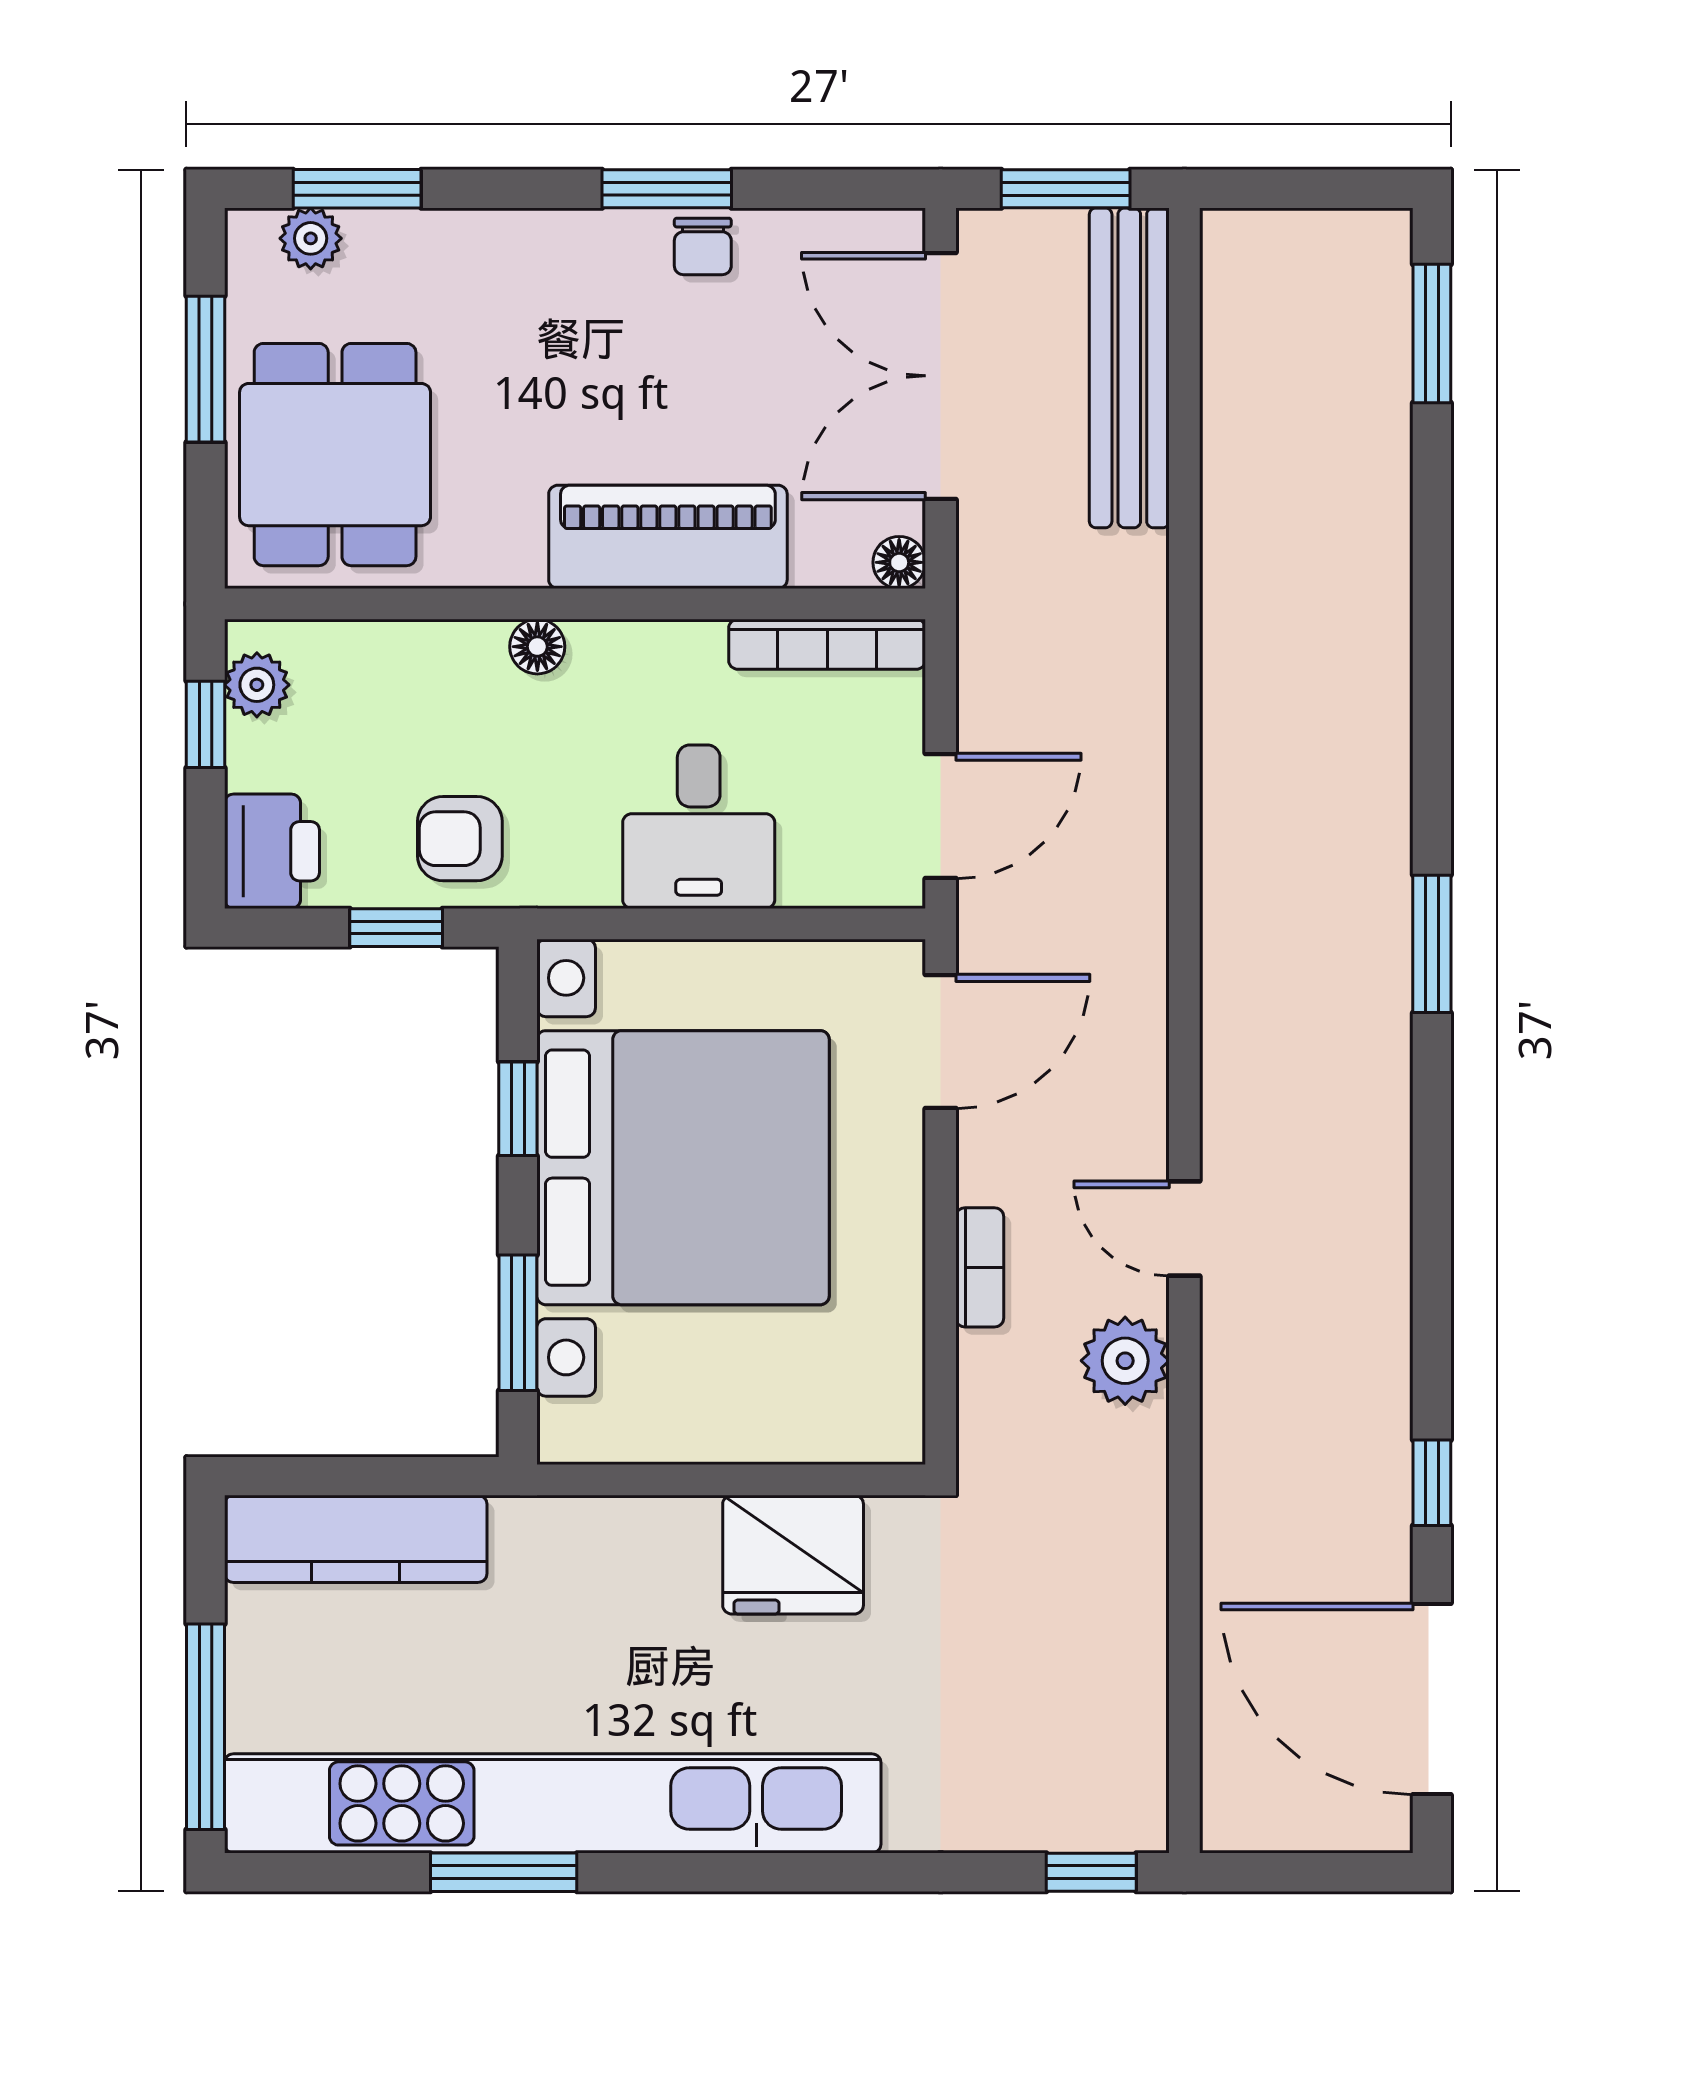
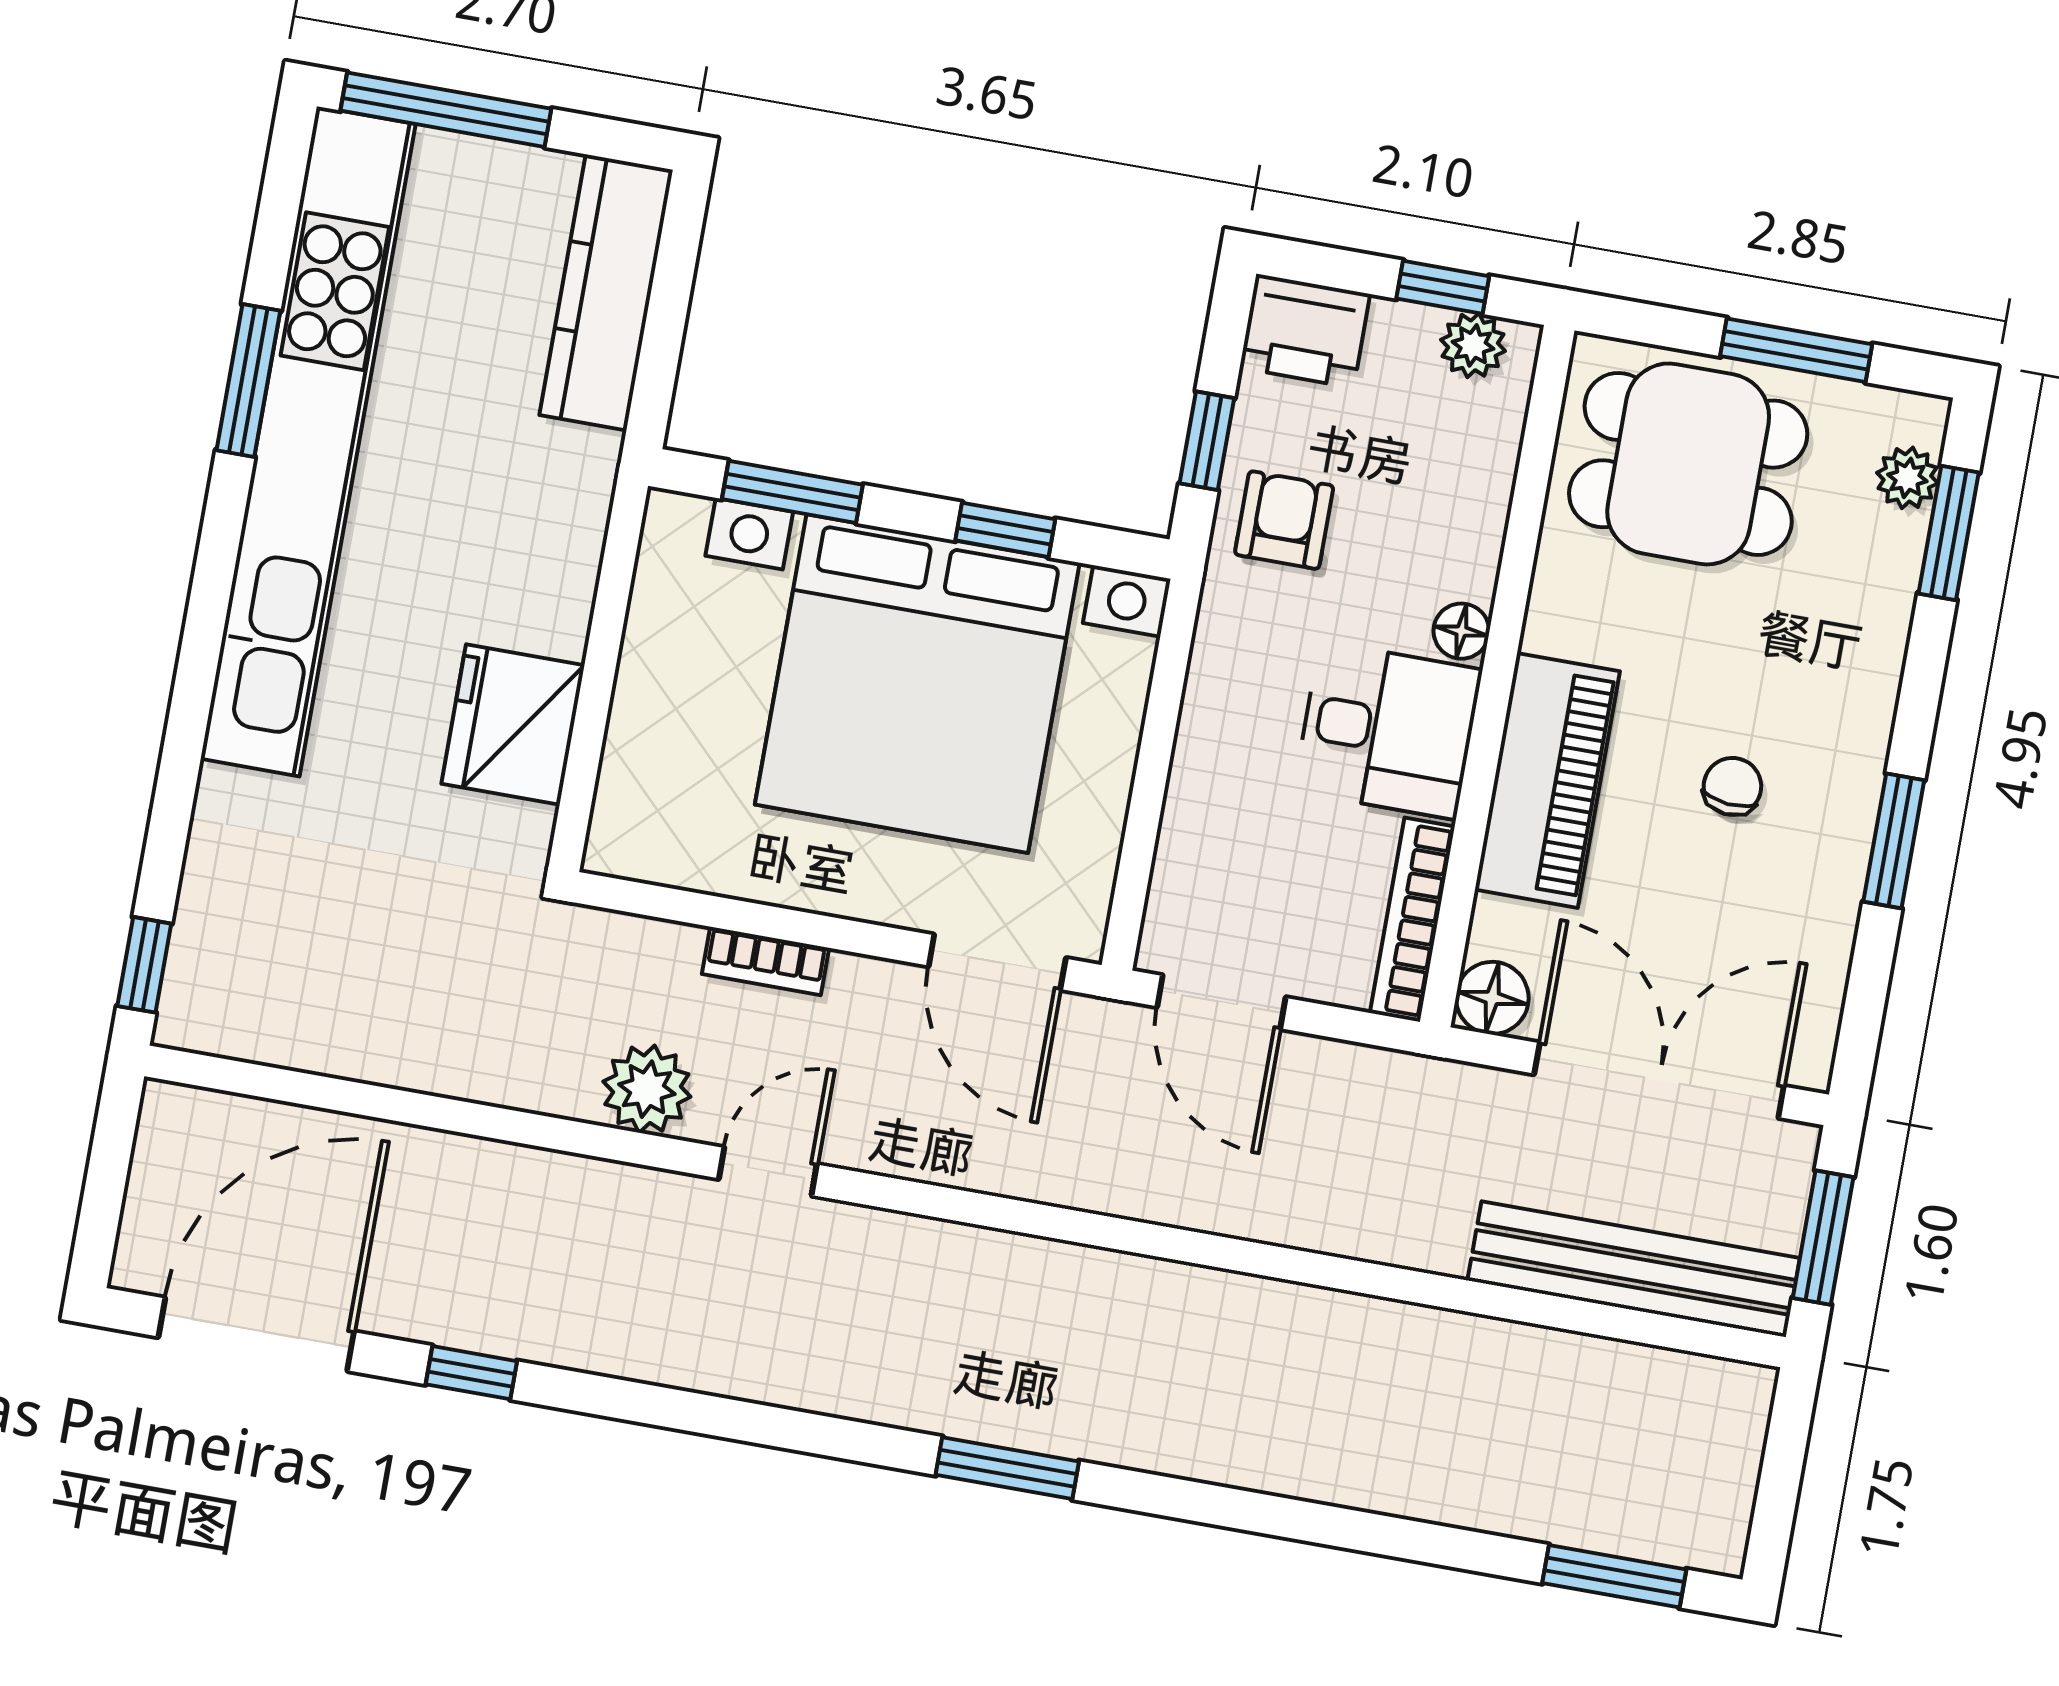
chair: (703, 246) -> (1732, 786), moved, turned 95
floor lamp: (899, 562) -> (1492, 998), width x1.37, depth x1.37
desk: (699, 827) -> (1388, 730), moved, turned 180

